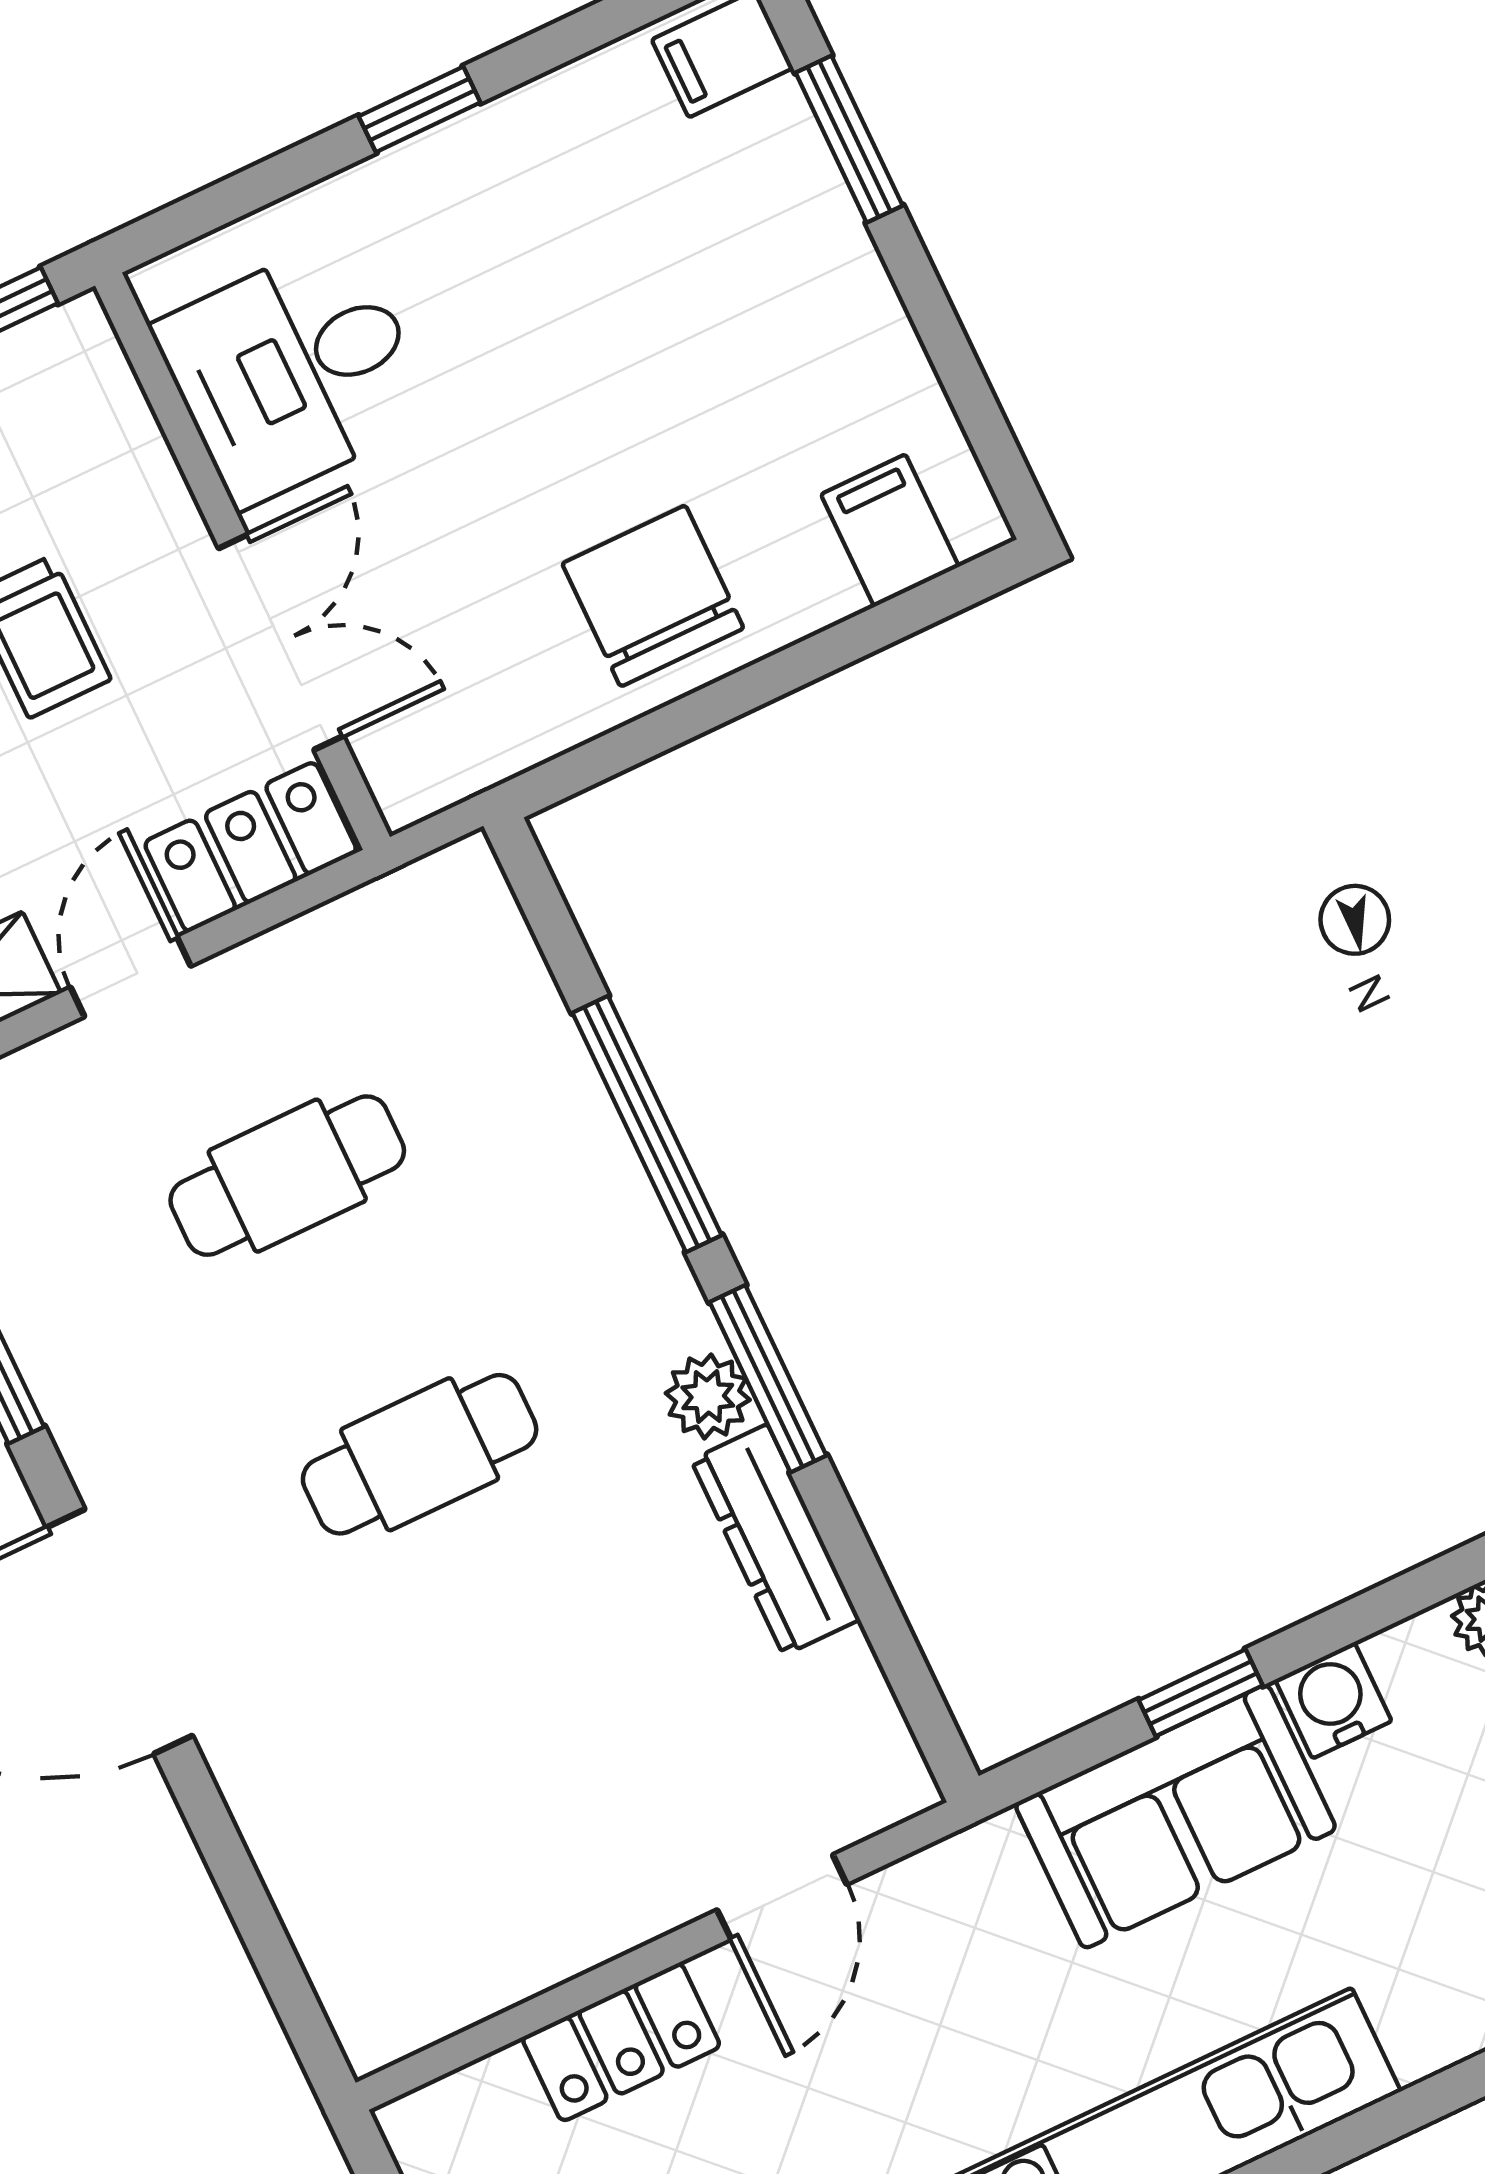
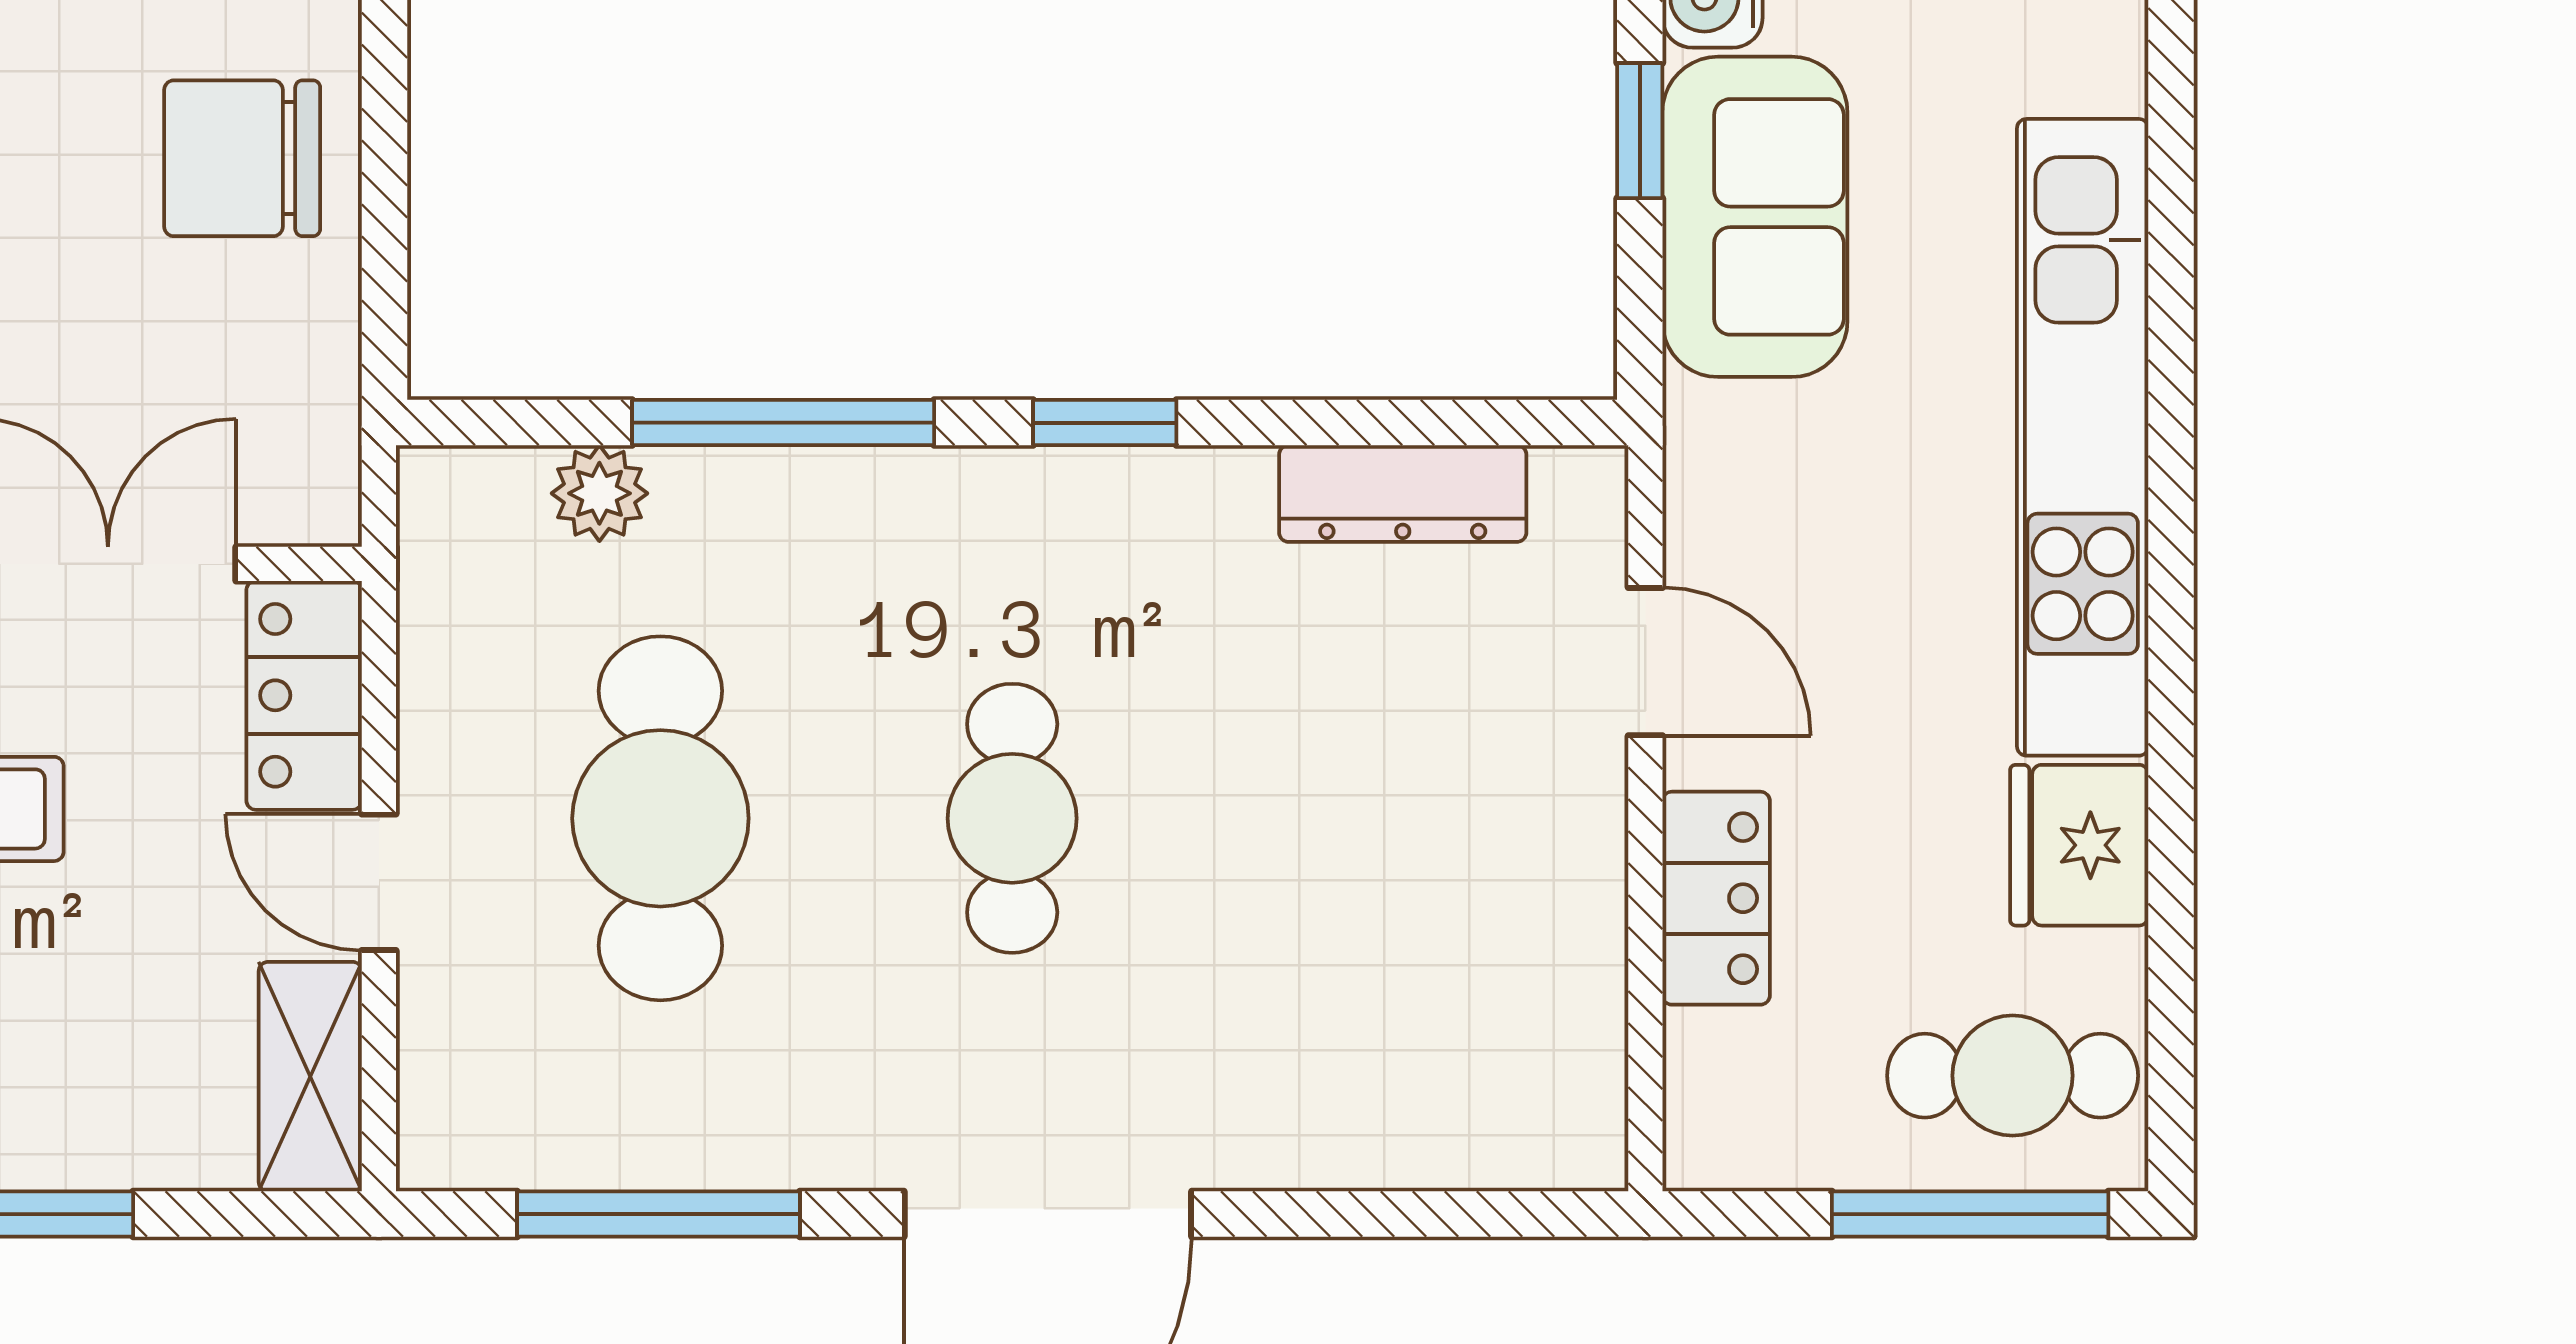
cafe table: (287, 1176) -> (660, 818), width x1.37, depth x1.35
window: (768, 1379) -> (1105, 423), width x0.67
plant: (708, 1396) -> (599, 493), moved
dresser: (776, 1540) -> (1403, 494), moved

